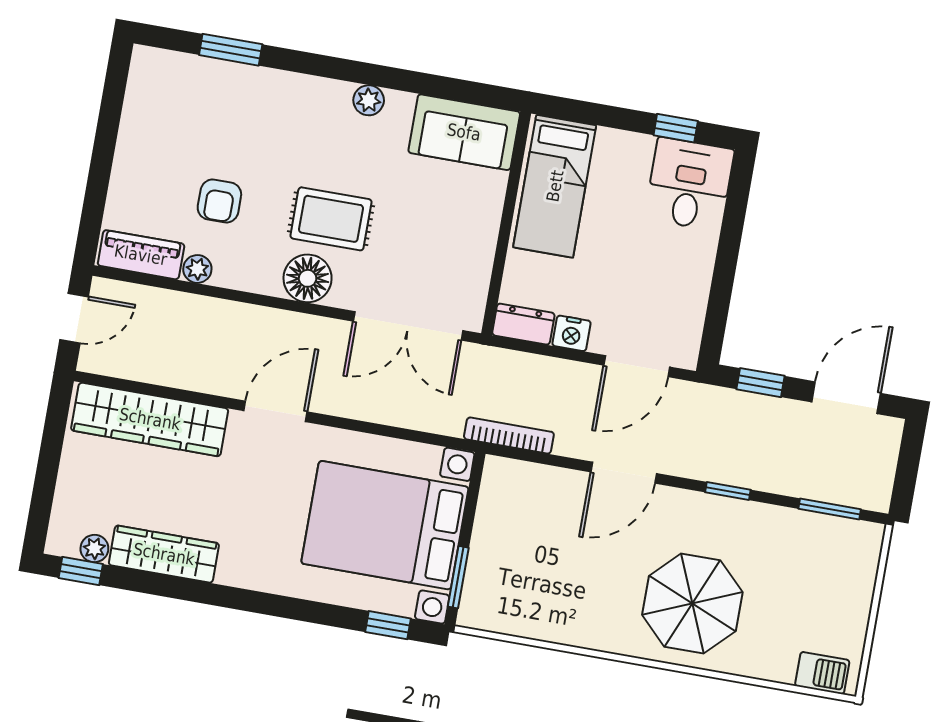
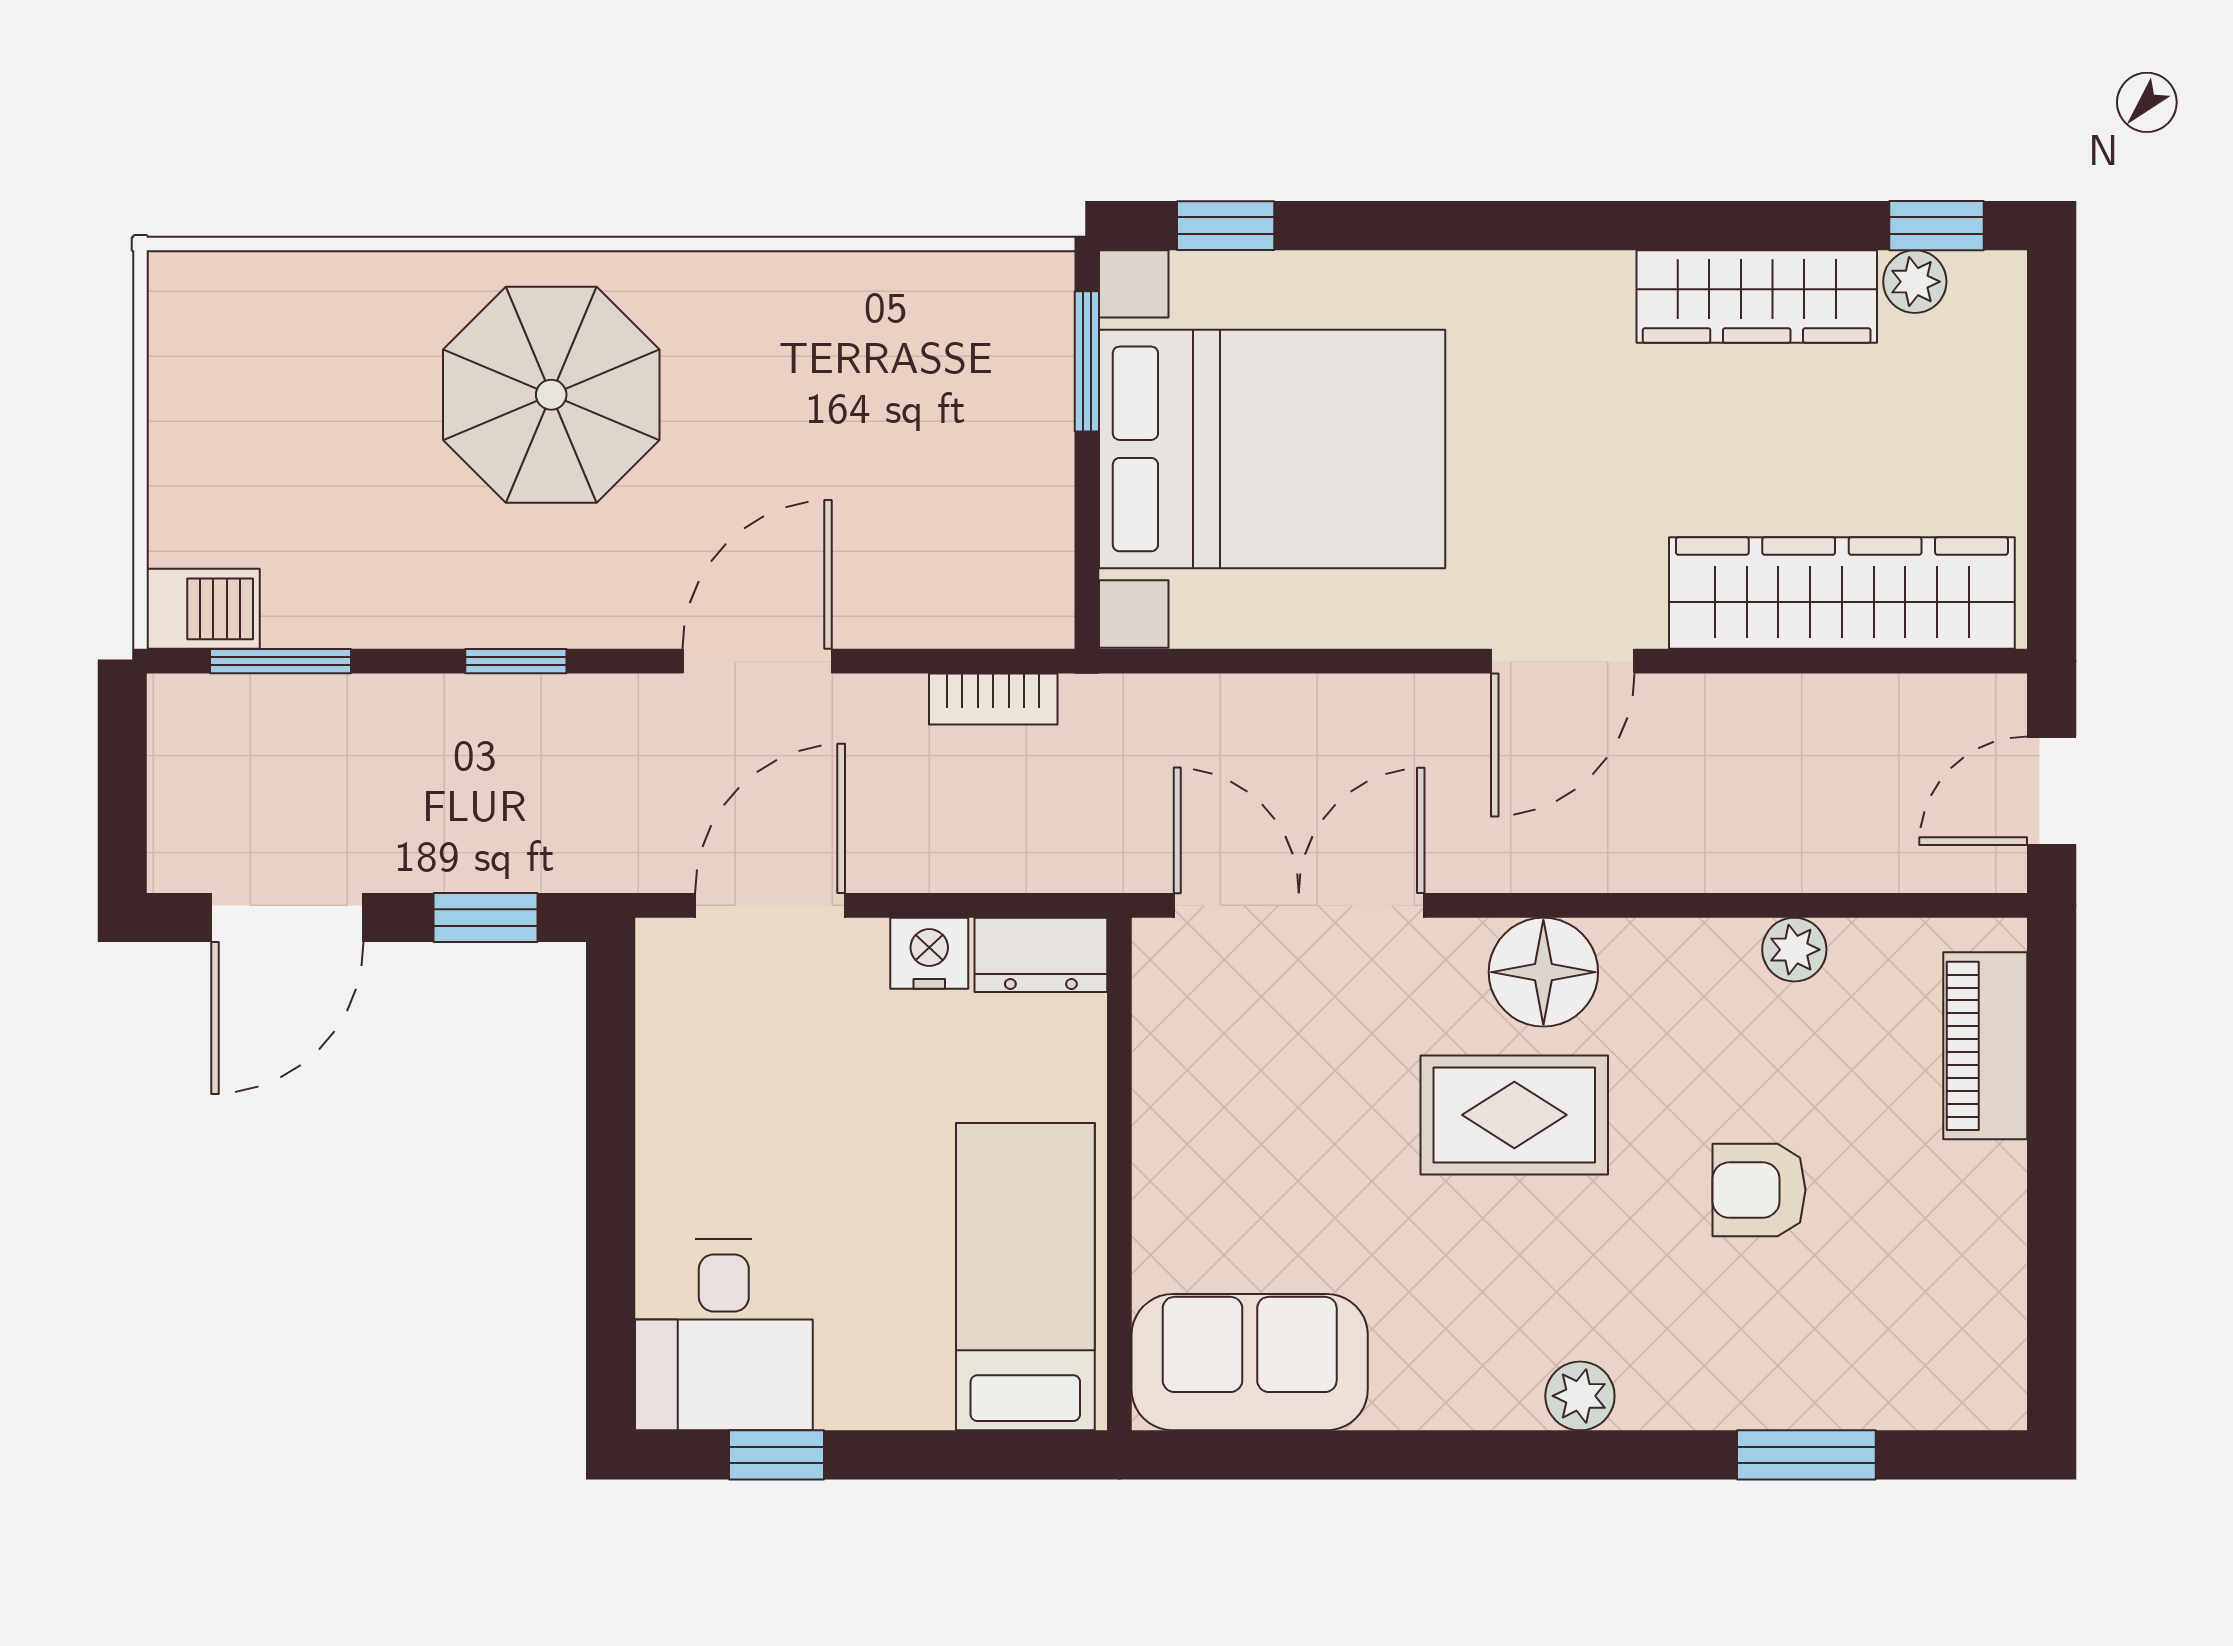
plant: (369, 100) -> (1580, 1396), moved
armchair: (219, 201) -> (1759, 1190), moved, turned -90
piano: (141, 255) -> (1985, 1046), moved, turned 90
bookcase: (509, 436) -> (993, 699), width x0.64
barbecue: (822, 673) -> (203, 609), moved, turned 180

